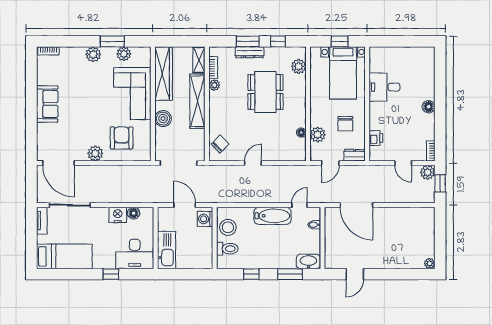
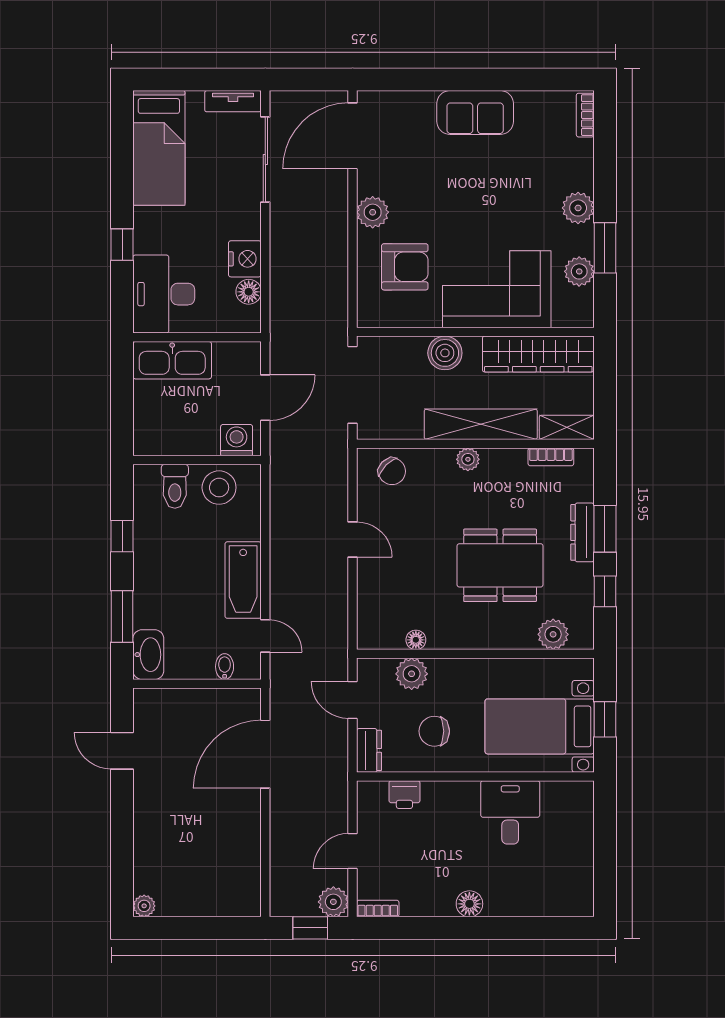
plant: (214, 85) -> (468, 459), moved

